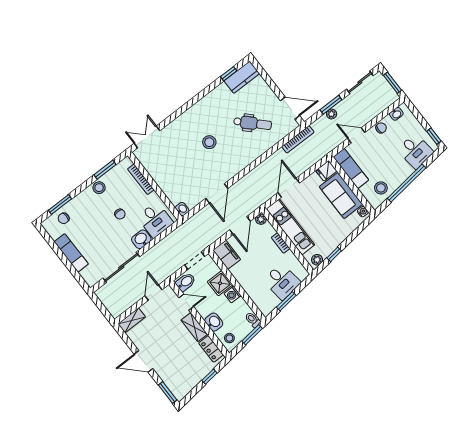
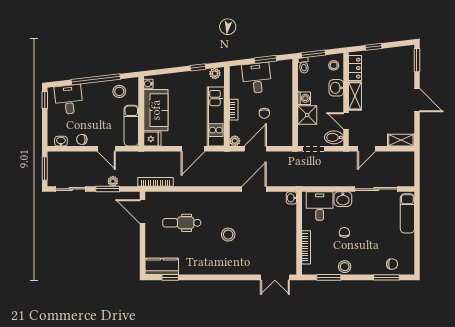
dental chair: (253, 123) -> (182, 223), turned -45
exam couch: (71, 253) -> (407, 213), moved
filing cabinet: (227, 255) -> (284, 134), removed
chair: (255, 259) -> (264, 113), added

